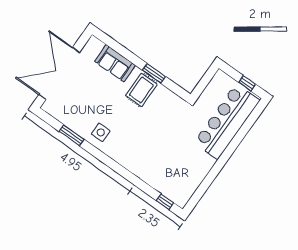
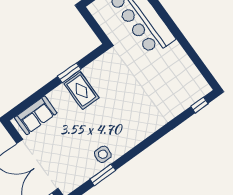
sofa: (115, 63) -> (36, 115), moved
side table: (101, 132) -> (103, 154), moved

